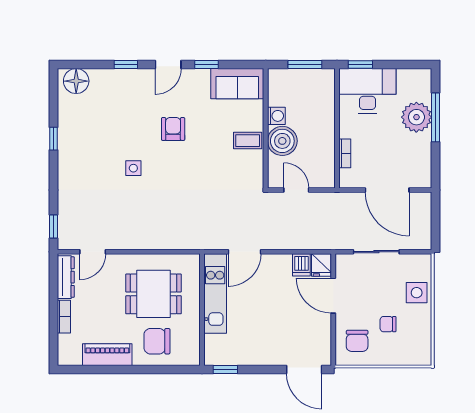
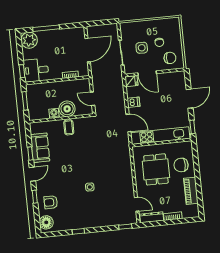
door: (168, 65) -> (32, 174), hinge flipped
sofa: (237, 84) -> (40, 148), moved
desk: (367, 91) -> (36, 70), width x0.73
plant: (416, 117) -> (29, 40), moved
armchair: (173, 129) -> (51, 202), moved
door: (296, 190) -> (93, 99), hinge flipped
dishwasher: (301, 265) -> (133, 102), moved
side table: (417, 293) -> (142, 48), moved
kitchen unit: (215, 294) -> (160, 136), width x1.36
door: (333, 296) -> (147, 73), hinge flipped
chair: (157, 341) -> (181, 165), turned 90
door: (304, 369) -> (190, 99), moved

